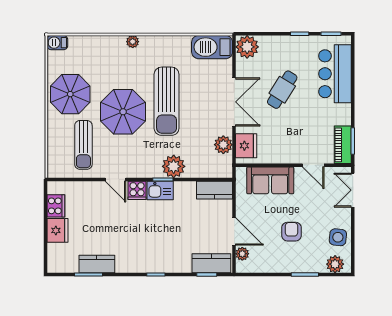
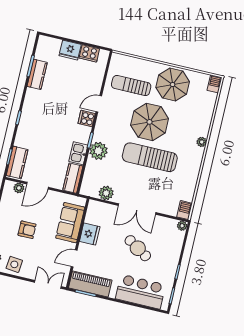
barbecue: (212, 47) -> (185, 210), width x0.53, depth x0.65
plant: (247, 47) -> (182, 226), width x0.53, depth x0.53
piano: (343, 145) -> (90, 284), width x1.37, depth x1.33
fridge: (246, 146) -> (90, 234), moved, turned -90
kitchen sink: (160, 190) -> (78, 153), moved

